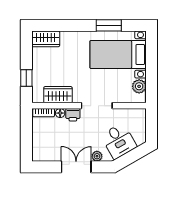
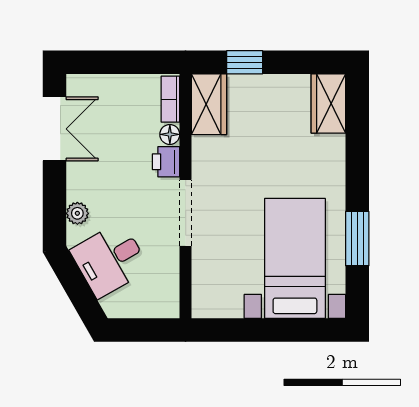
plant: (139, 86) -> (227, 303), removed
wardrobe: (58, 95) -> (209, 104), moved
double door: (76, 167) -> (55, 129), moved

